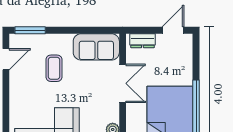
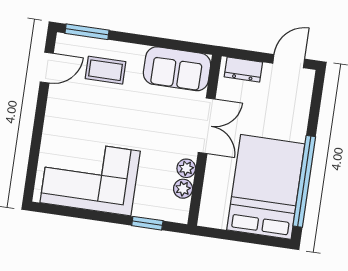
coffee table: (54, 68) -> (106, 70), moved, turned 90
plant: (113, 115) -> (186, 168), added

